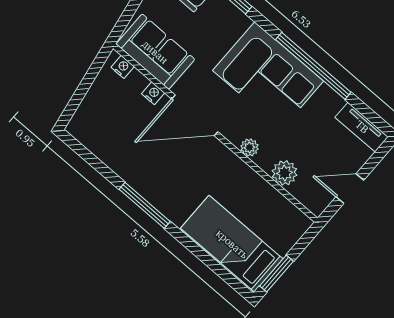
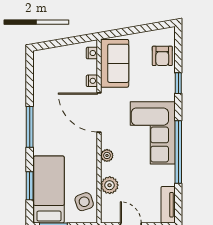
side table: (279, 216) -> (84, 202), added
window: (209, 261) -> (30, 186), added

